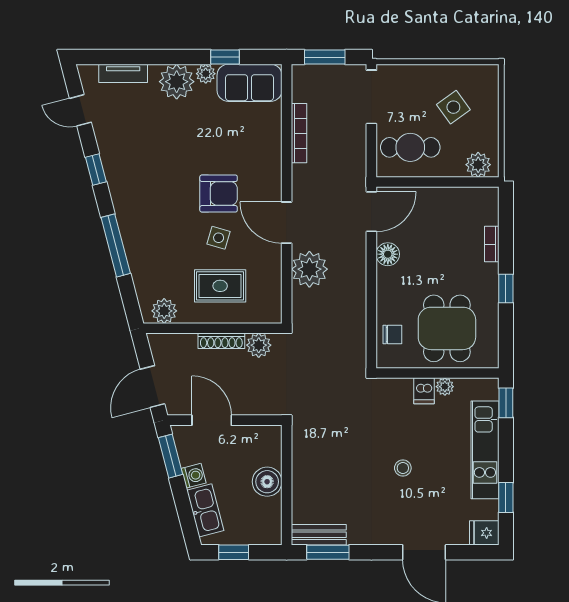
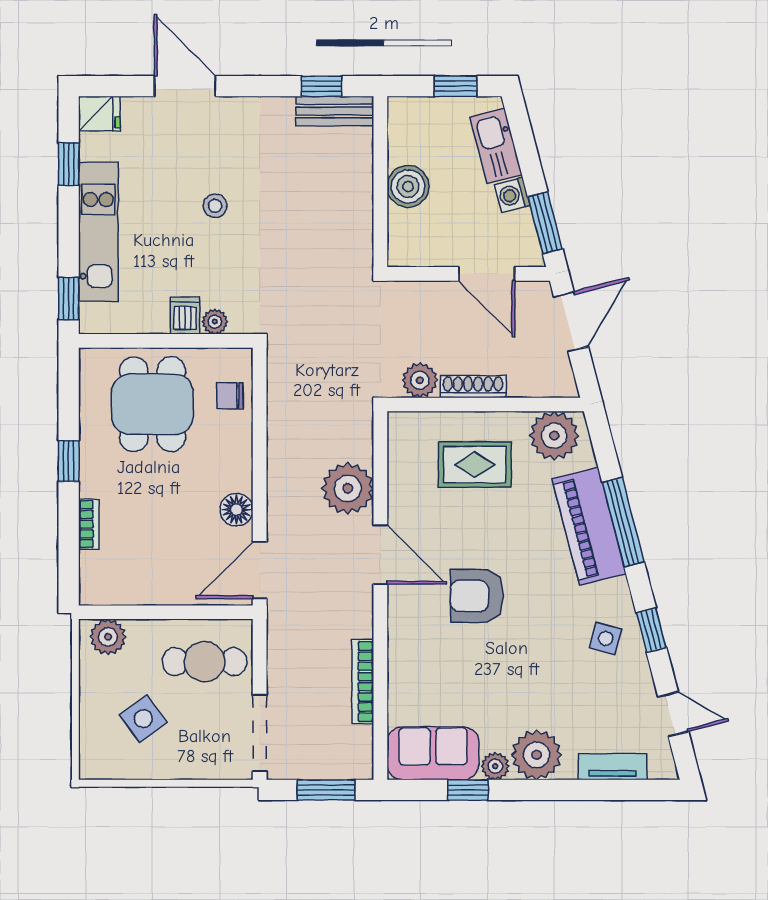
side table: (219, 238) -> (606, 639), moved
piano: (140, 243) -> (589, 526), added
plant: (164, 311) -> (554, 436), width x1.36, depth x1.36
plant: (445, 387) -> (215, 322), moved
window: (328, 552) -> (322, 86), width x0.67

